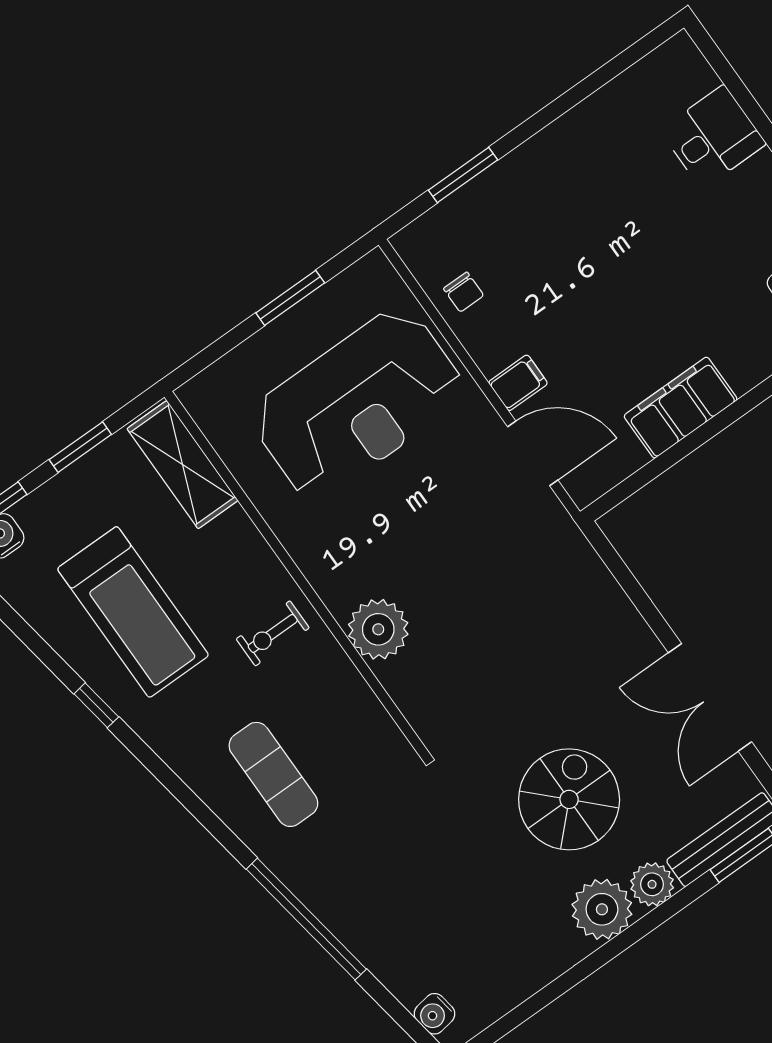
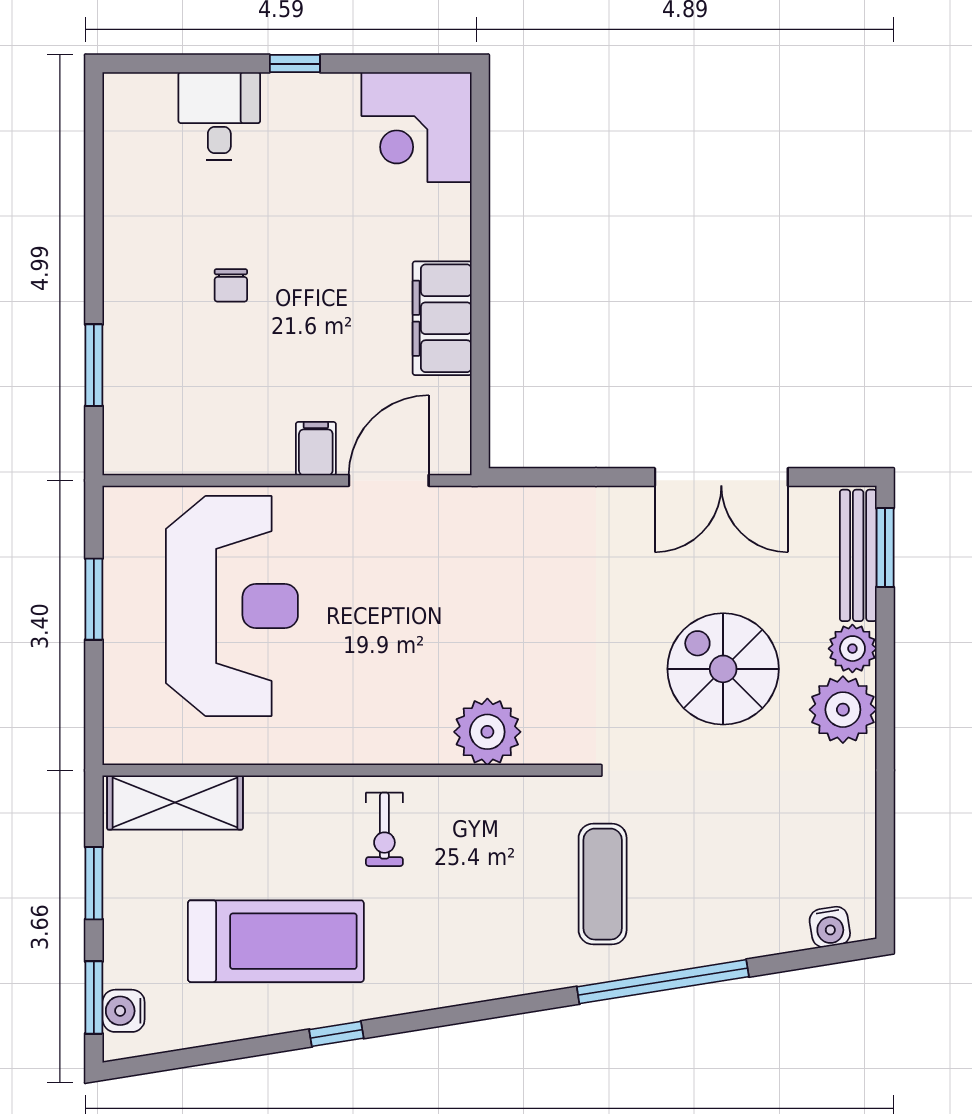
chair: (464, 292) -> (231, 285), moved, turned 90
plant: (378, 629) -> (487, 732), moved
exercise mat: (273, 774) -> (603, 884), moved, turned 90

